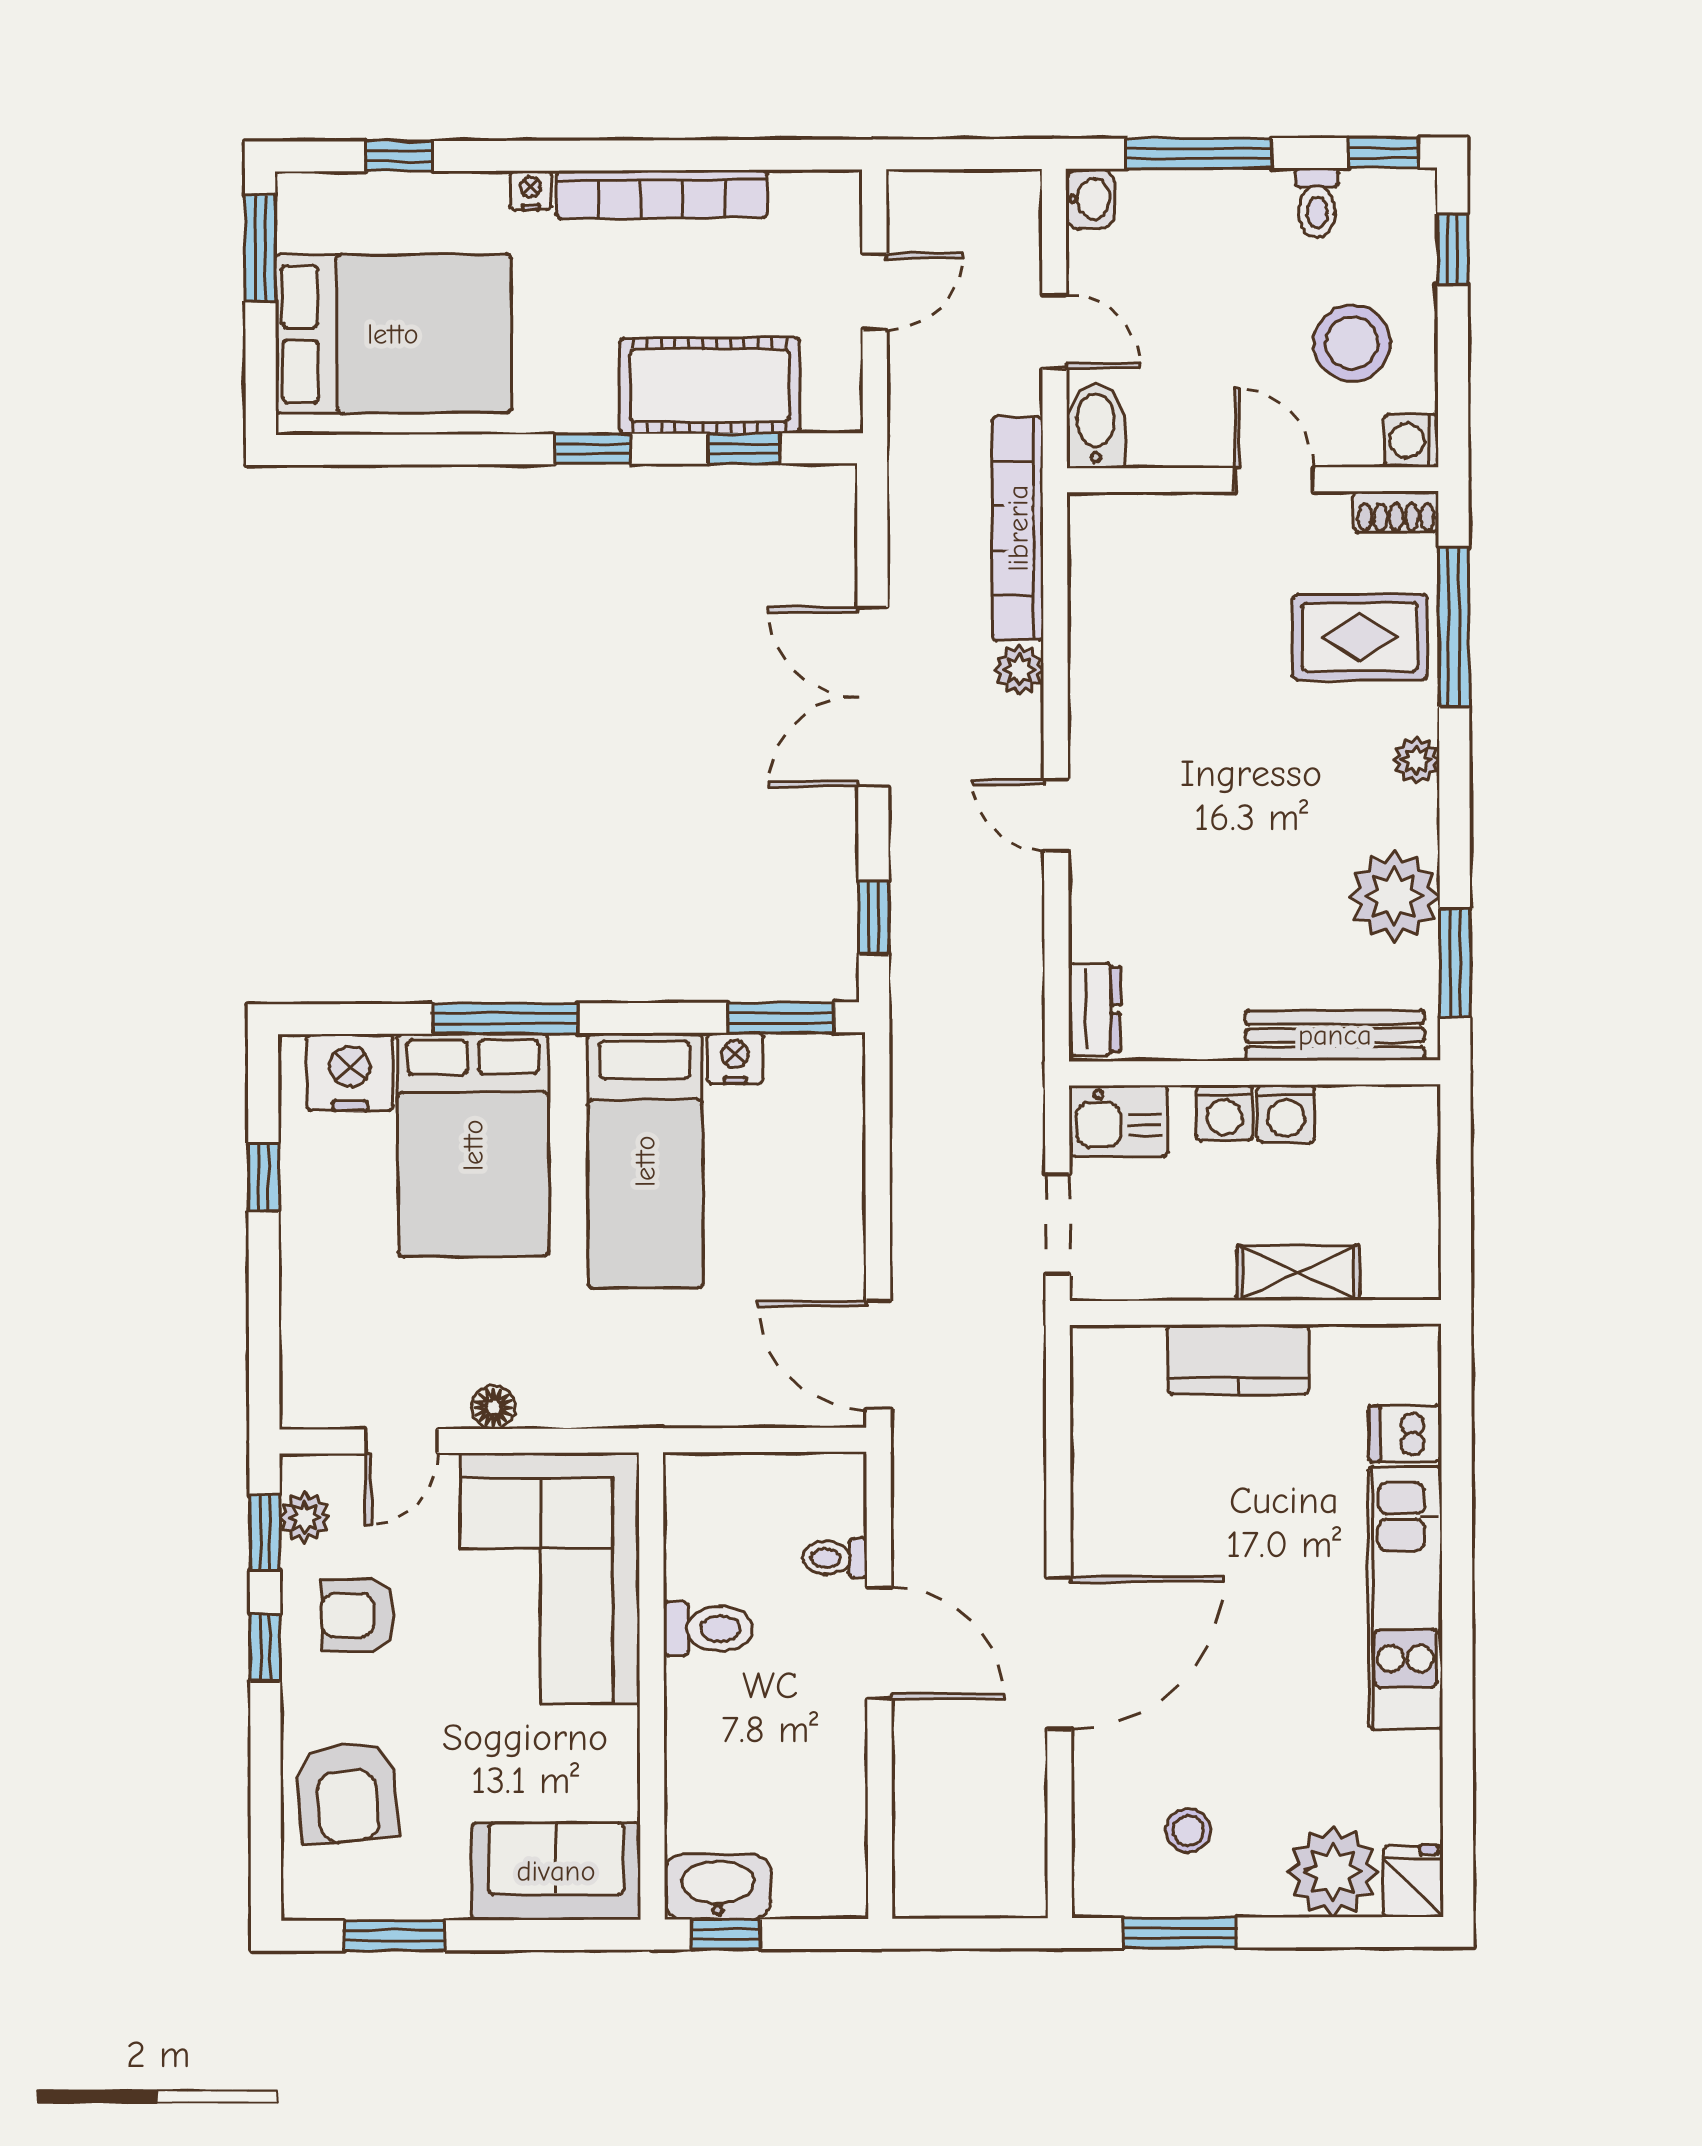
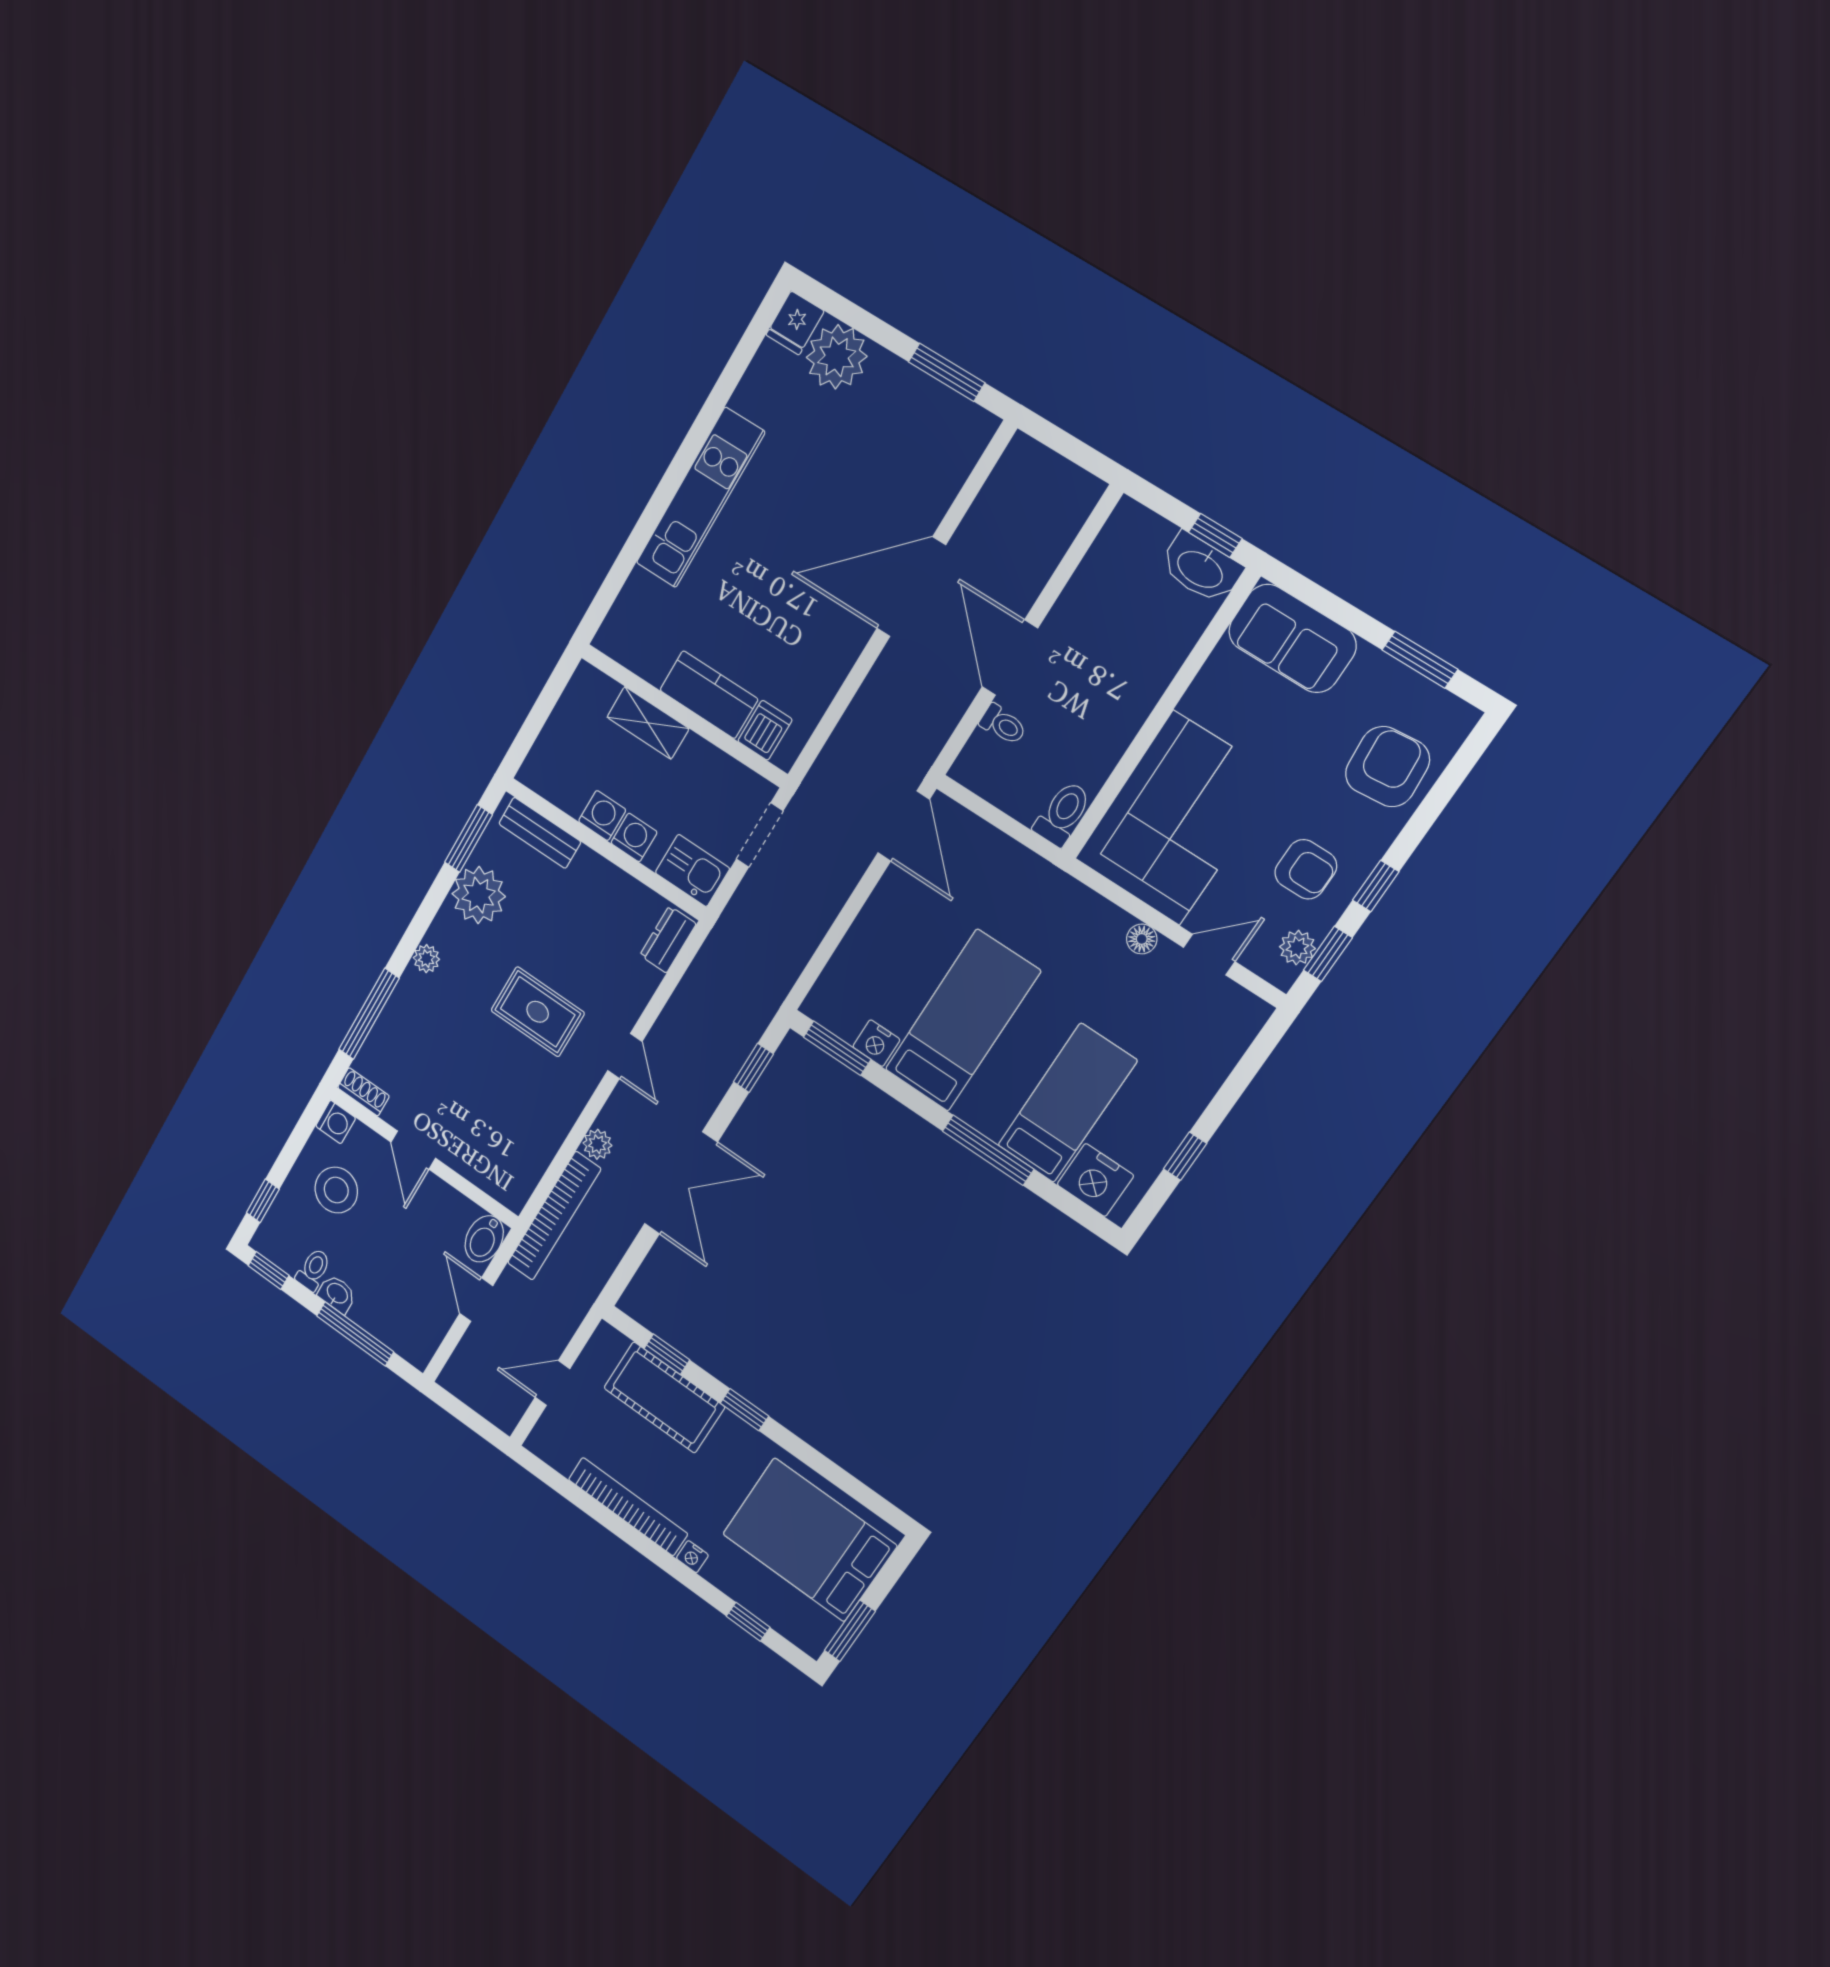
washbasin: (1090, 199) -> (337, 1294), moved, turned 90
rug: (1360, 637) -> (538, 1012), moved
bench: (1335, 1035) -> (540, 833), width x0.73
bed: (473, 1145) -> (1067, 1103), width x0.67
dishwasher: (1405, 1434) -> (765, 730), moved, turned -90
toilet: (708, 1629) -> (1063, 814), moved, turned 90
stool: (1188, 1830) -> (903, 433), removed

